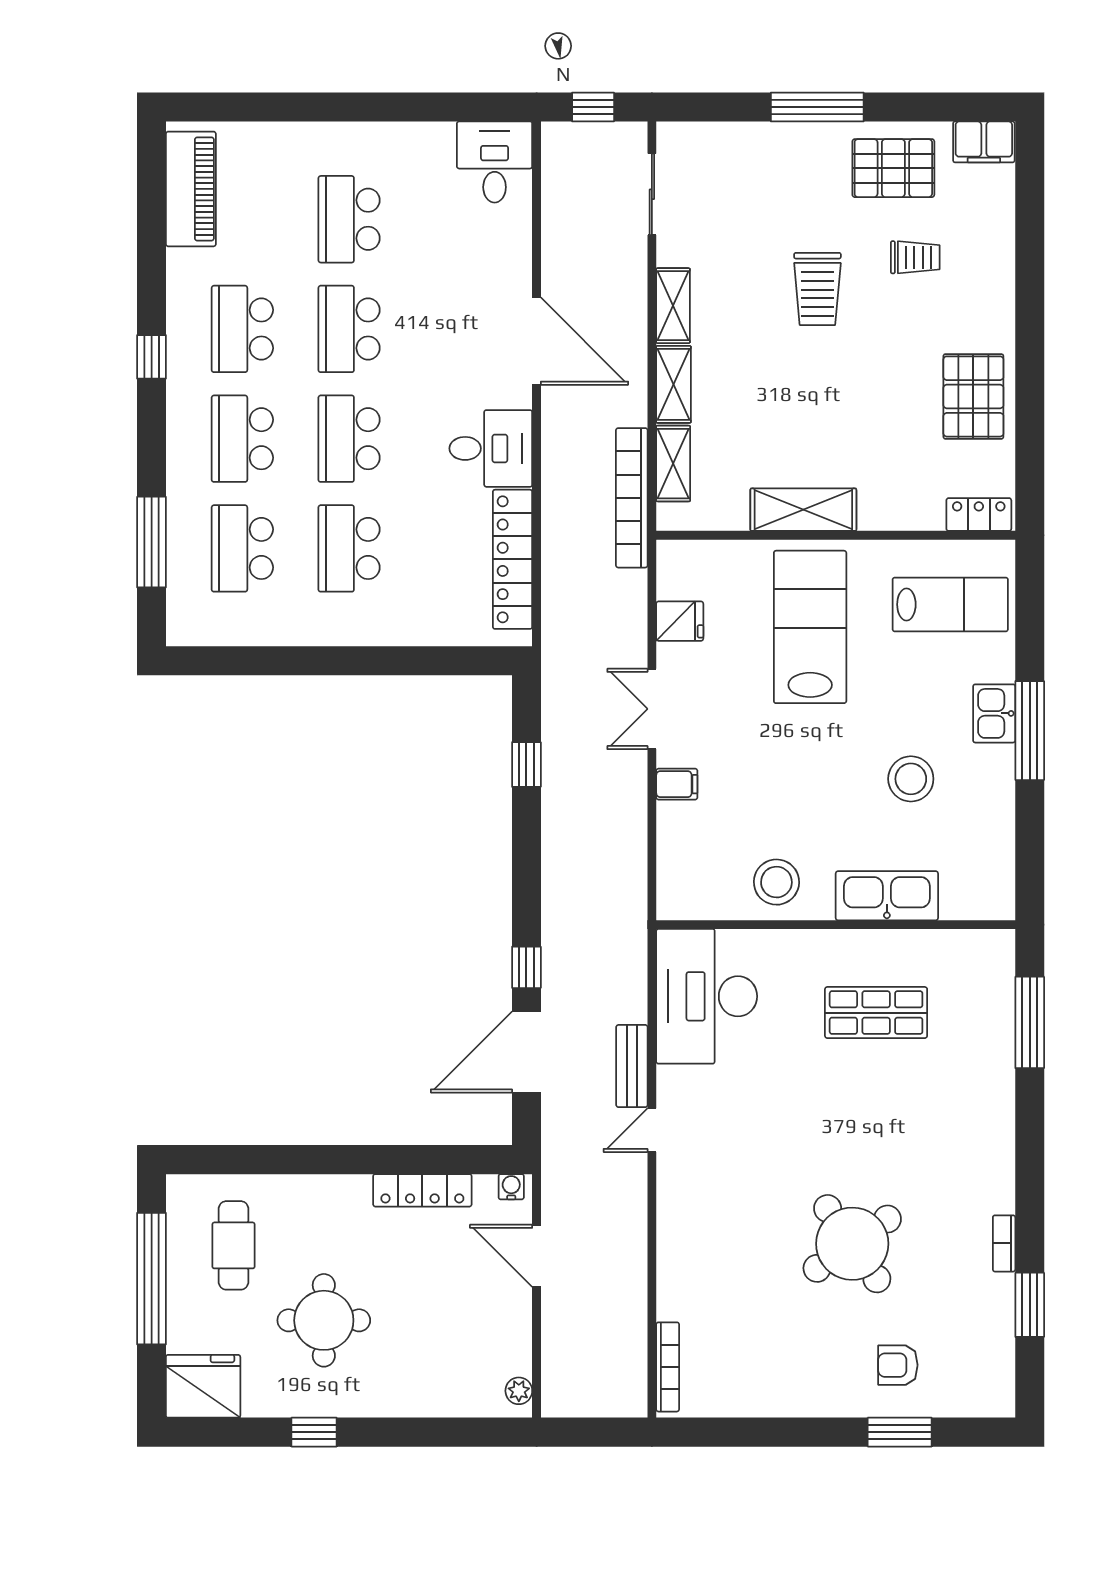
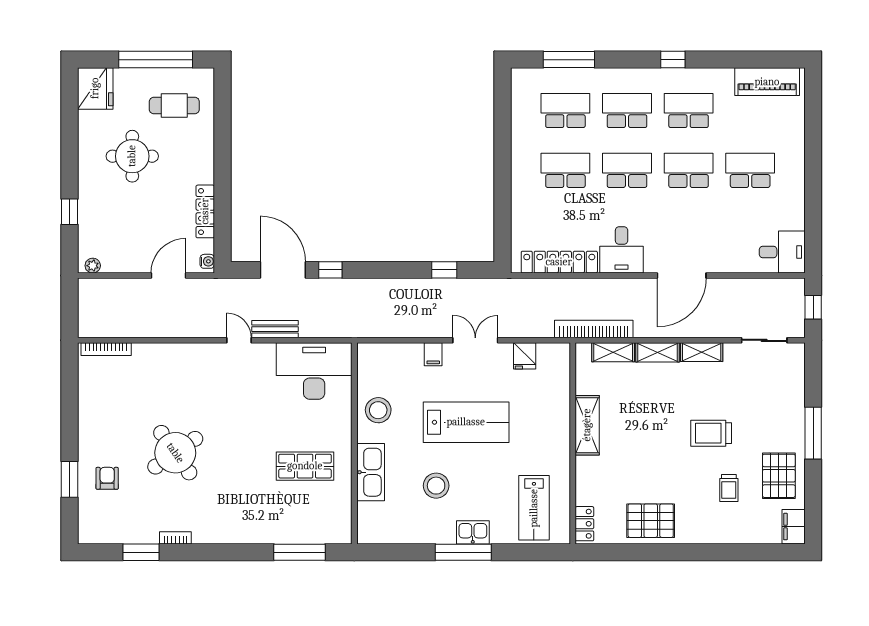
lab bench: (810, 627) -> (466, 422), moved
shop shelf: (876, 1013) -> (305, 466), turned 90
window: (314, 1432) -> (70, 212), moved

